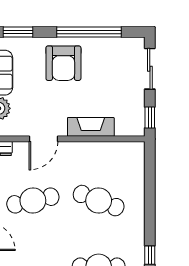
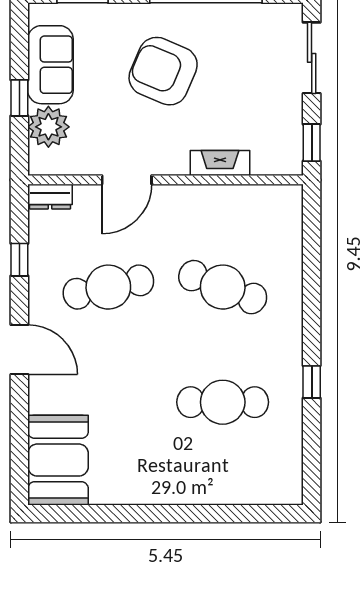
armchair: (63, 63) -> (163, 71), moved, turned 113
fireplace: (91, 127) -> (220, 163), width x0.73, depth x0.76

